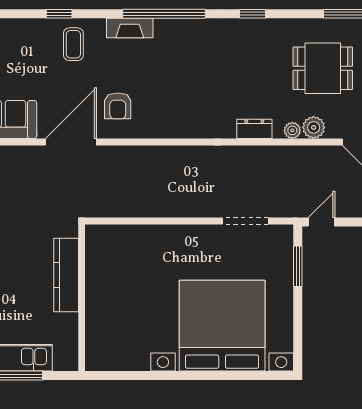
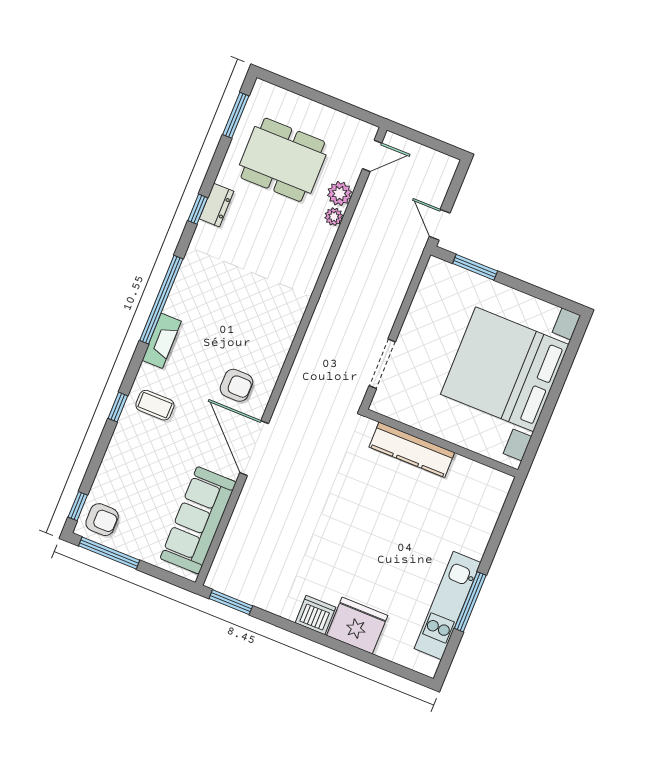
dining table: (323, 68) -> (283, 160), width x1.38
dresser: (254, 129) -> (216, 205), moved, turned 180
doorway: (245, 221) -> (382, 364), moved
kitchen counter: (66, 275) -> (412, 450), moved
wall: (82, 298) -> (442, 443), moved

